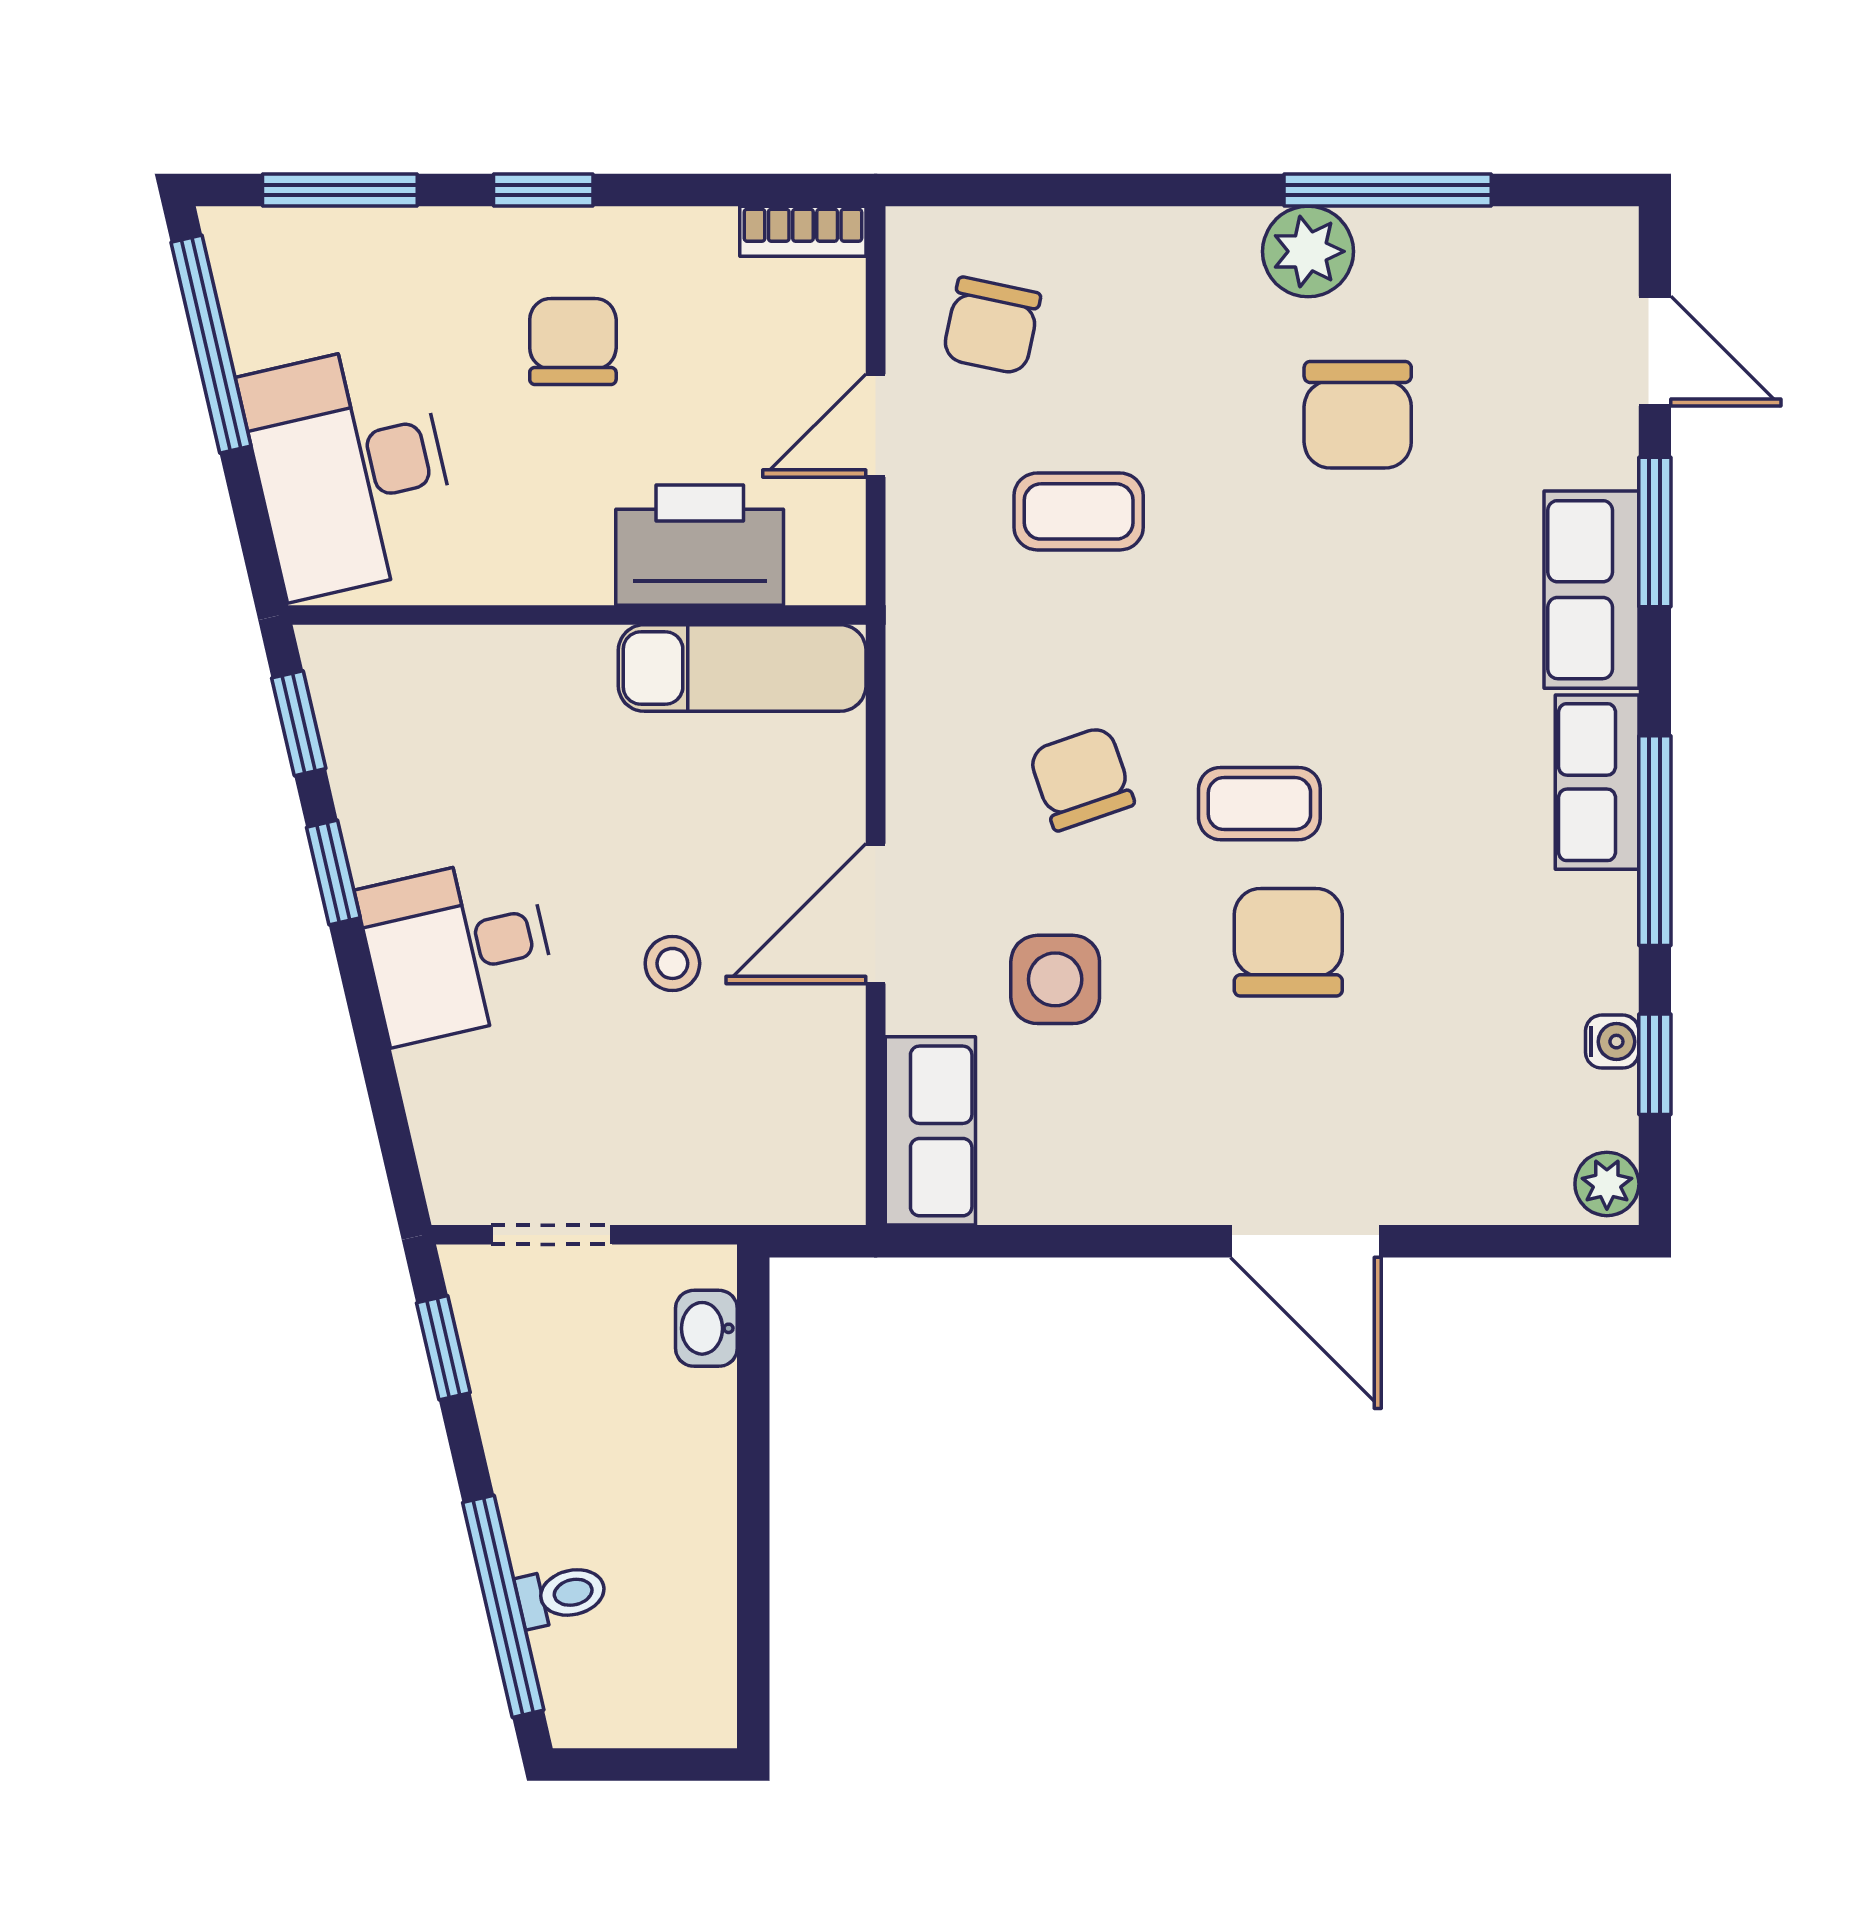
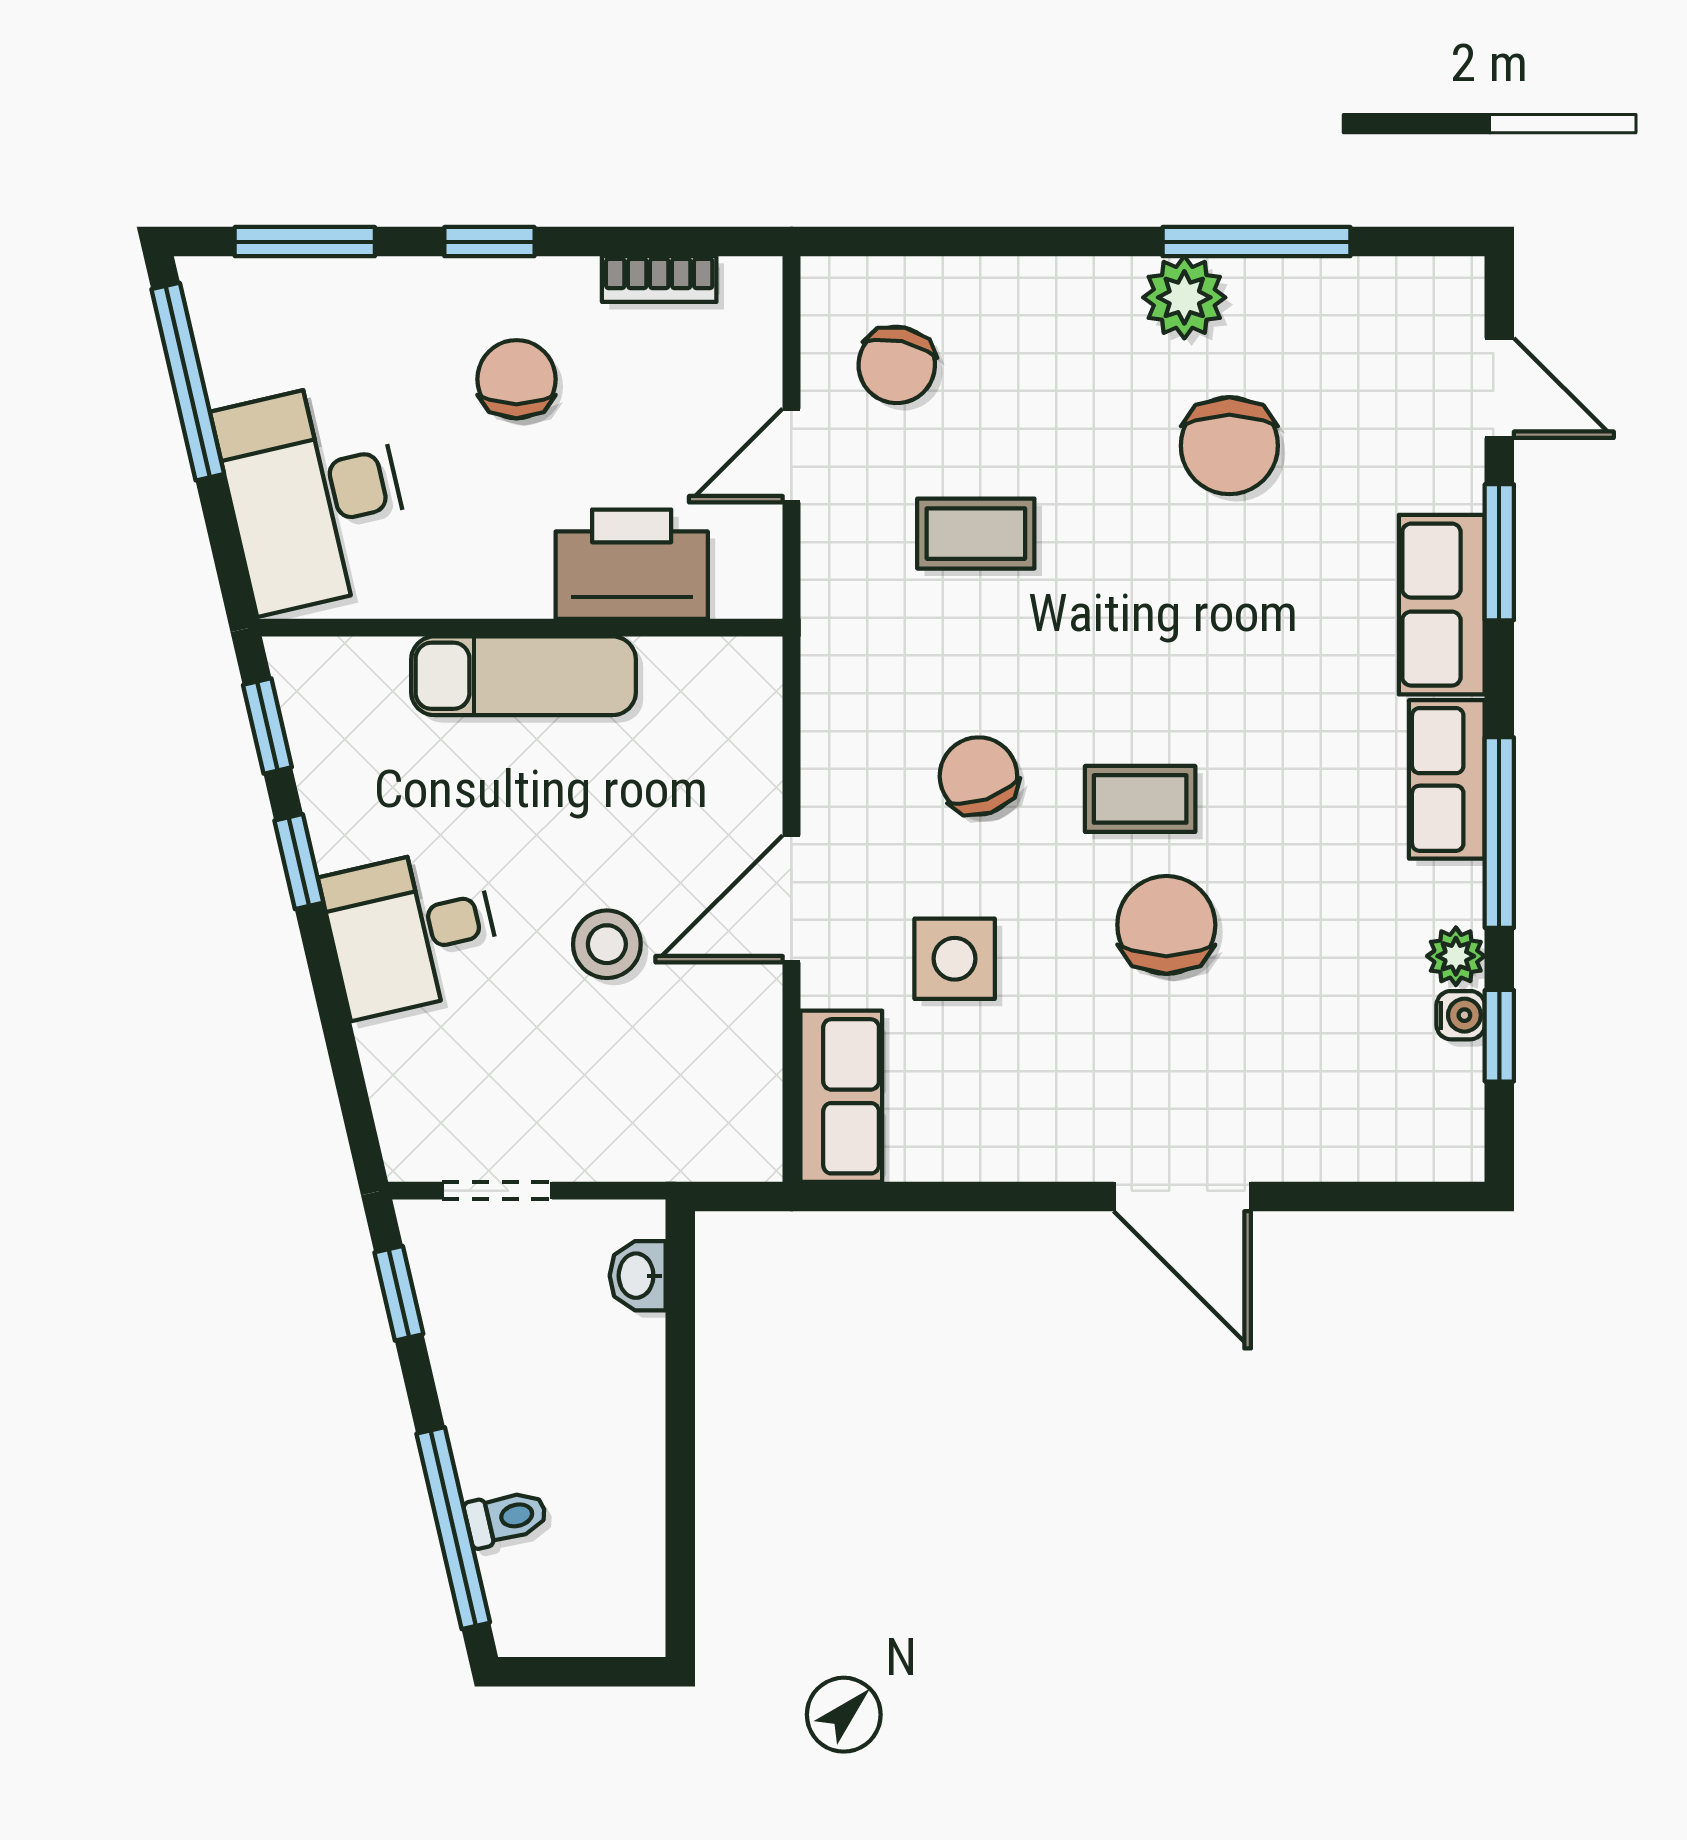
bookcase: (803, 231) -> (659, 279), moved
exam couch: (742, 668) -> (523, 676), moved
stool: (672, 963) -> (607, 944), width x1.37, depth x1.37
plant: (1607, 1184) -> (1456, 956), moved

